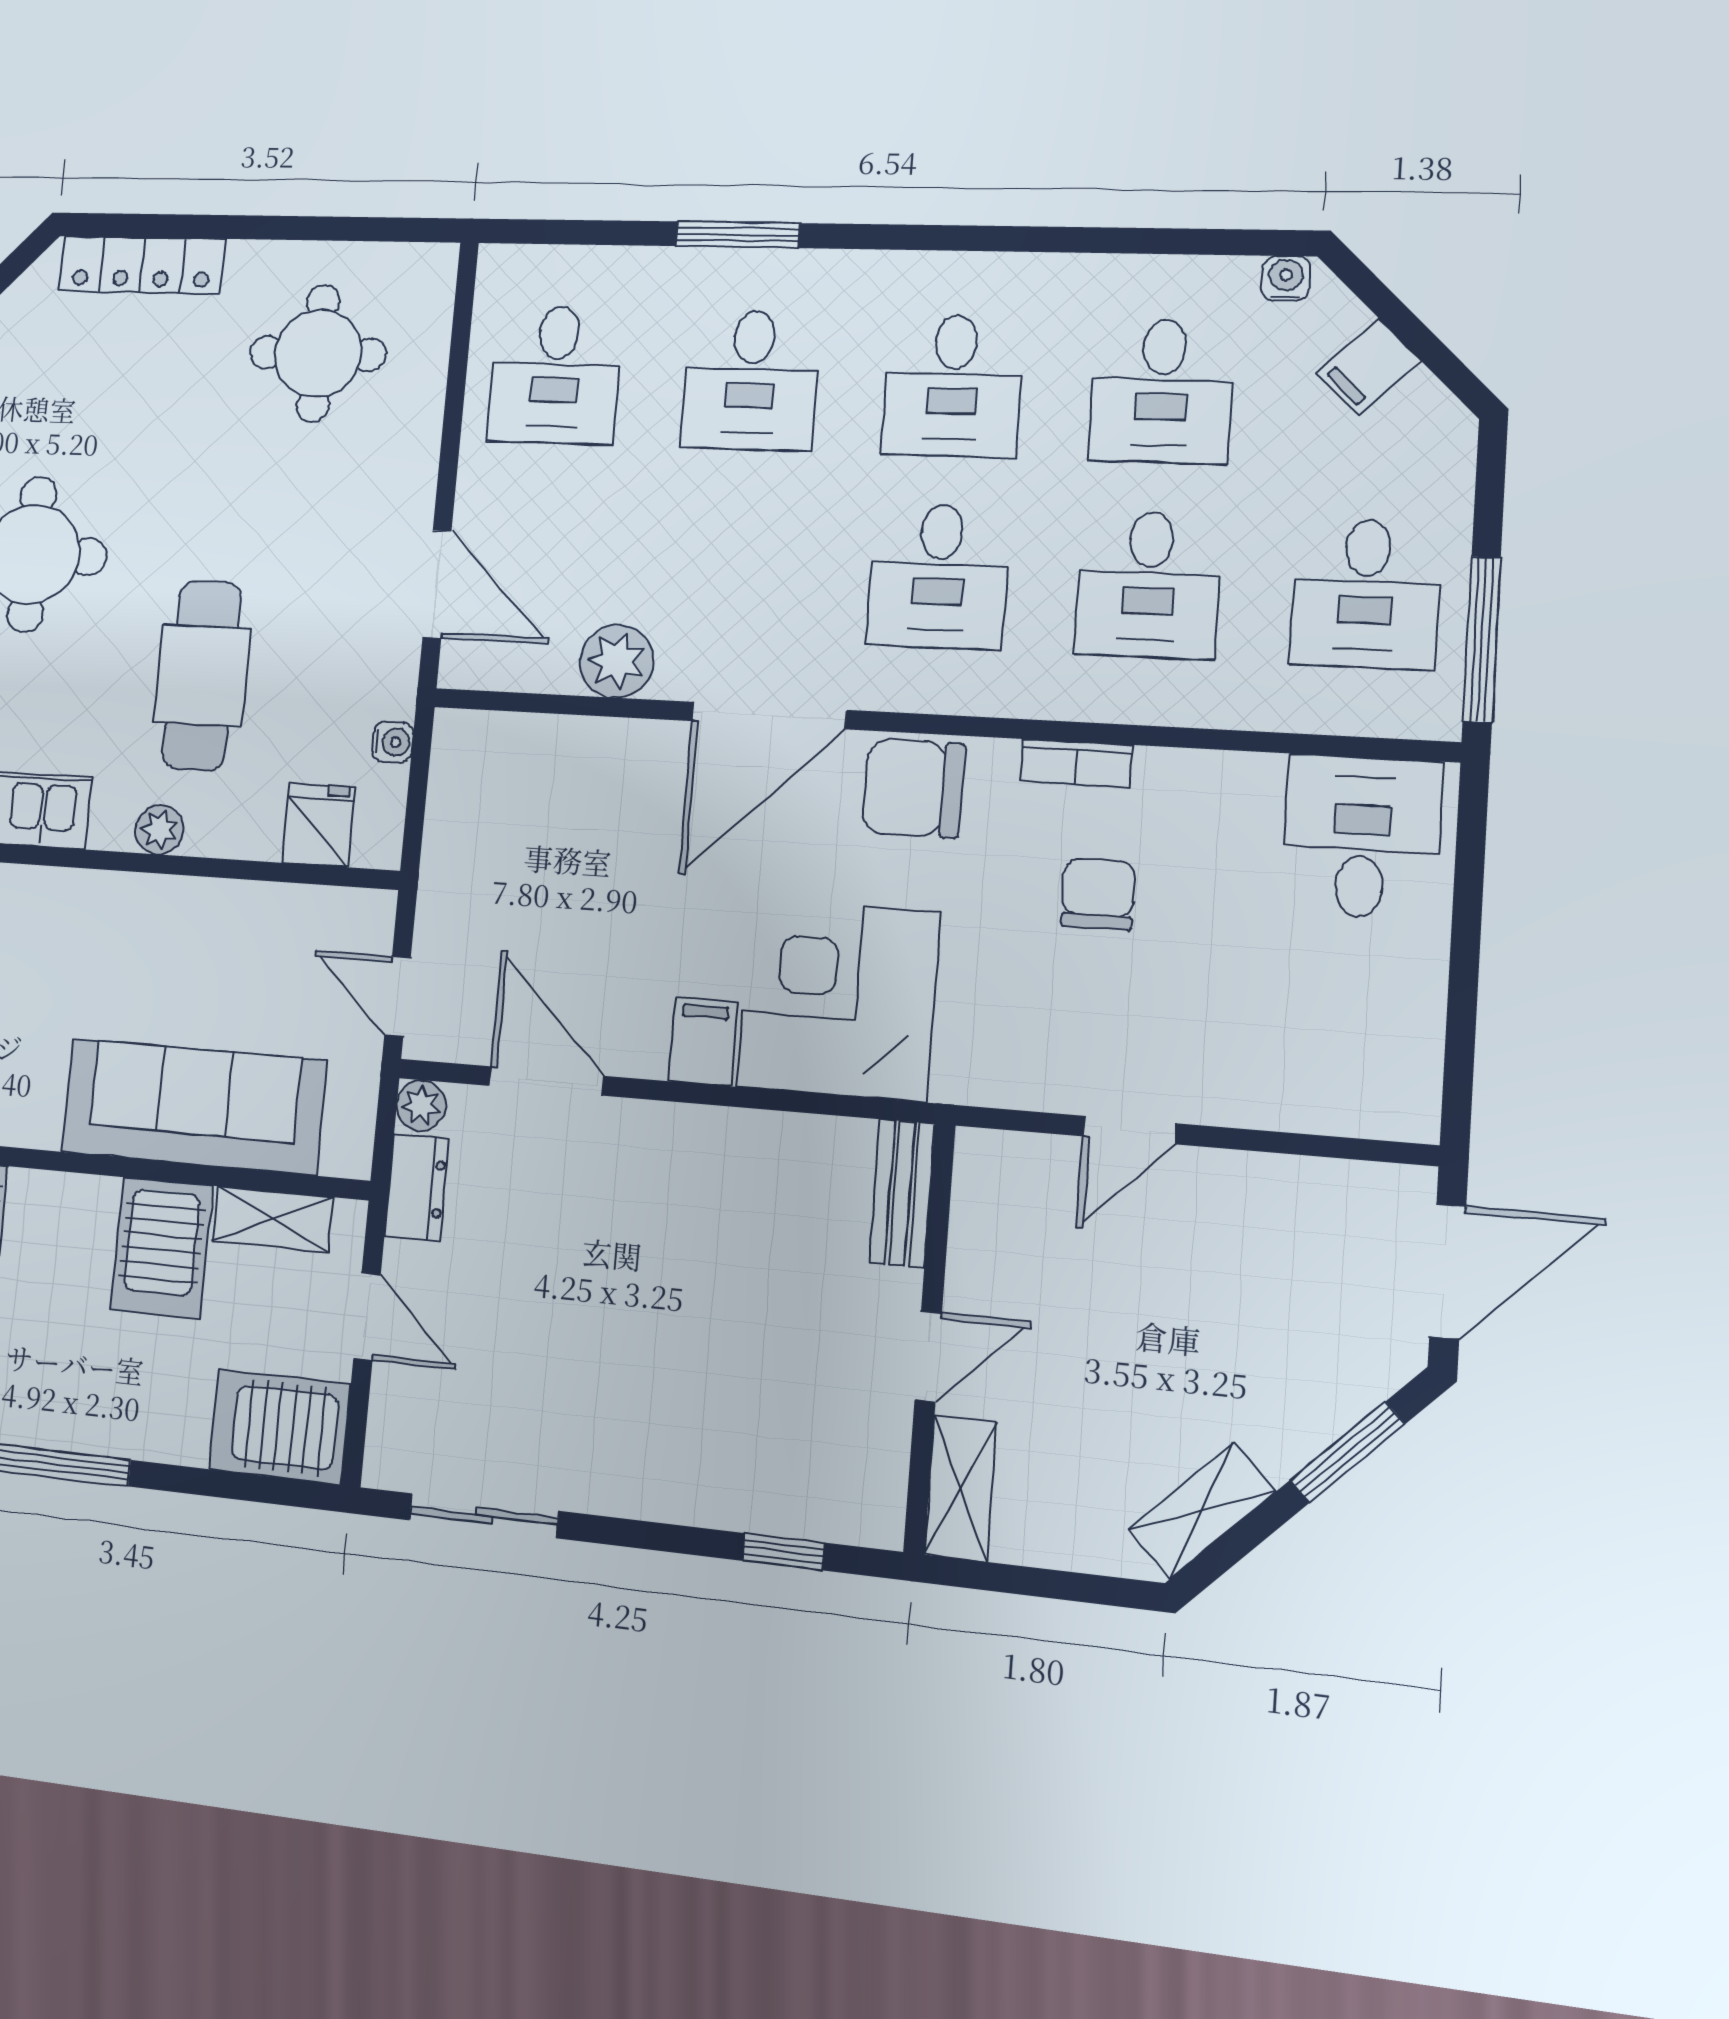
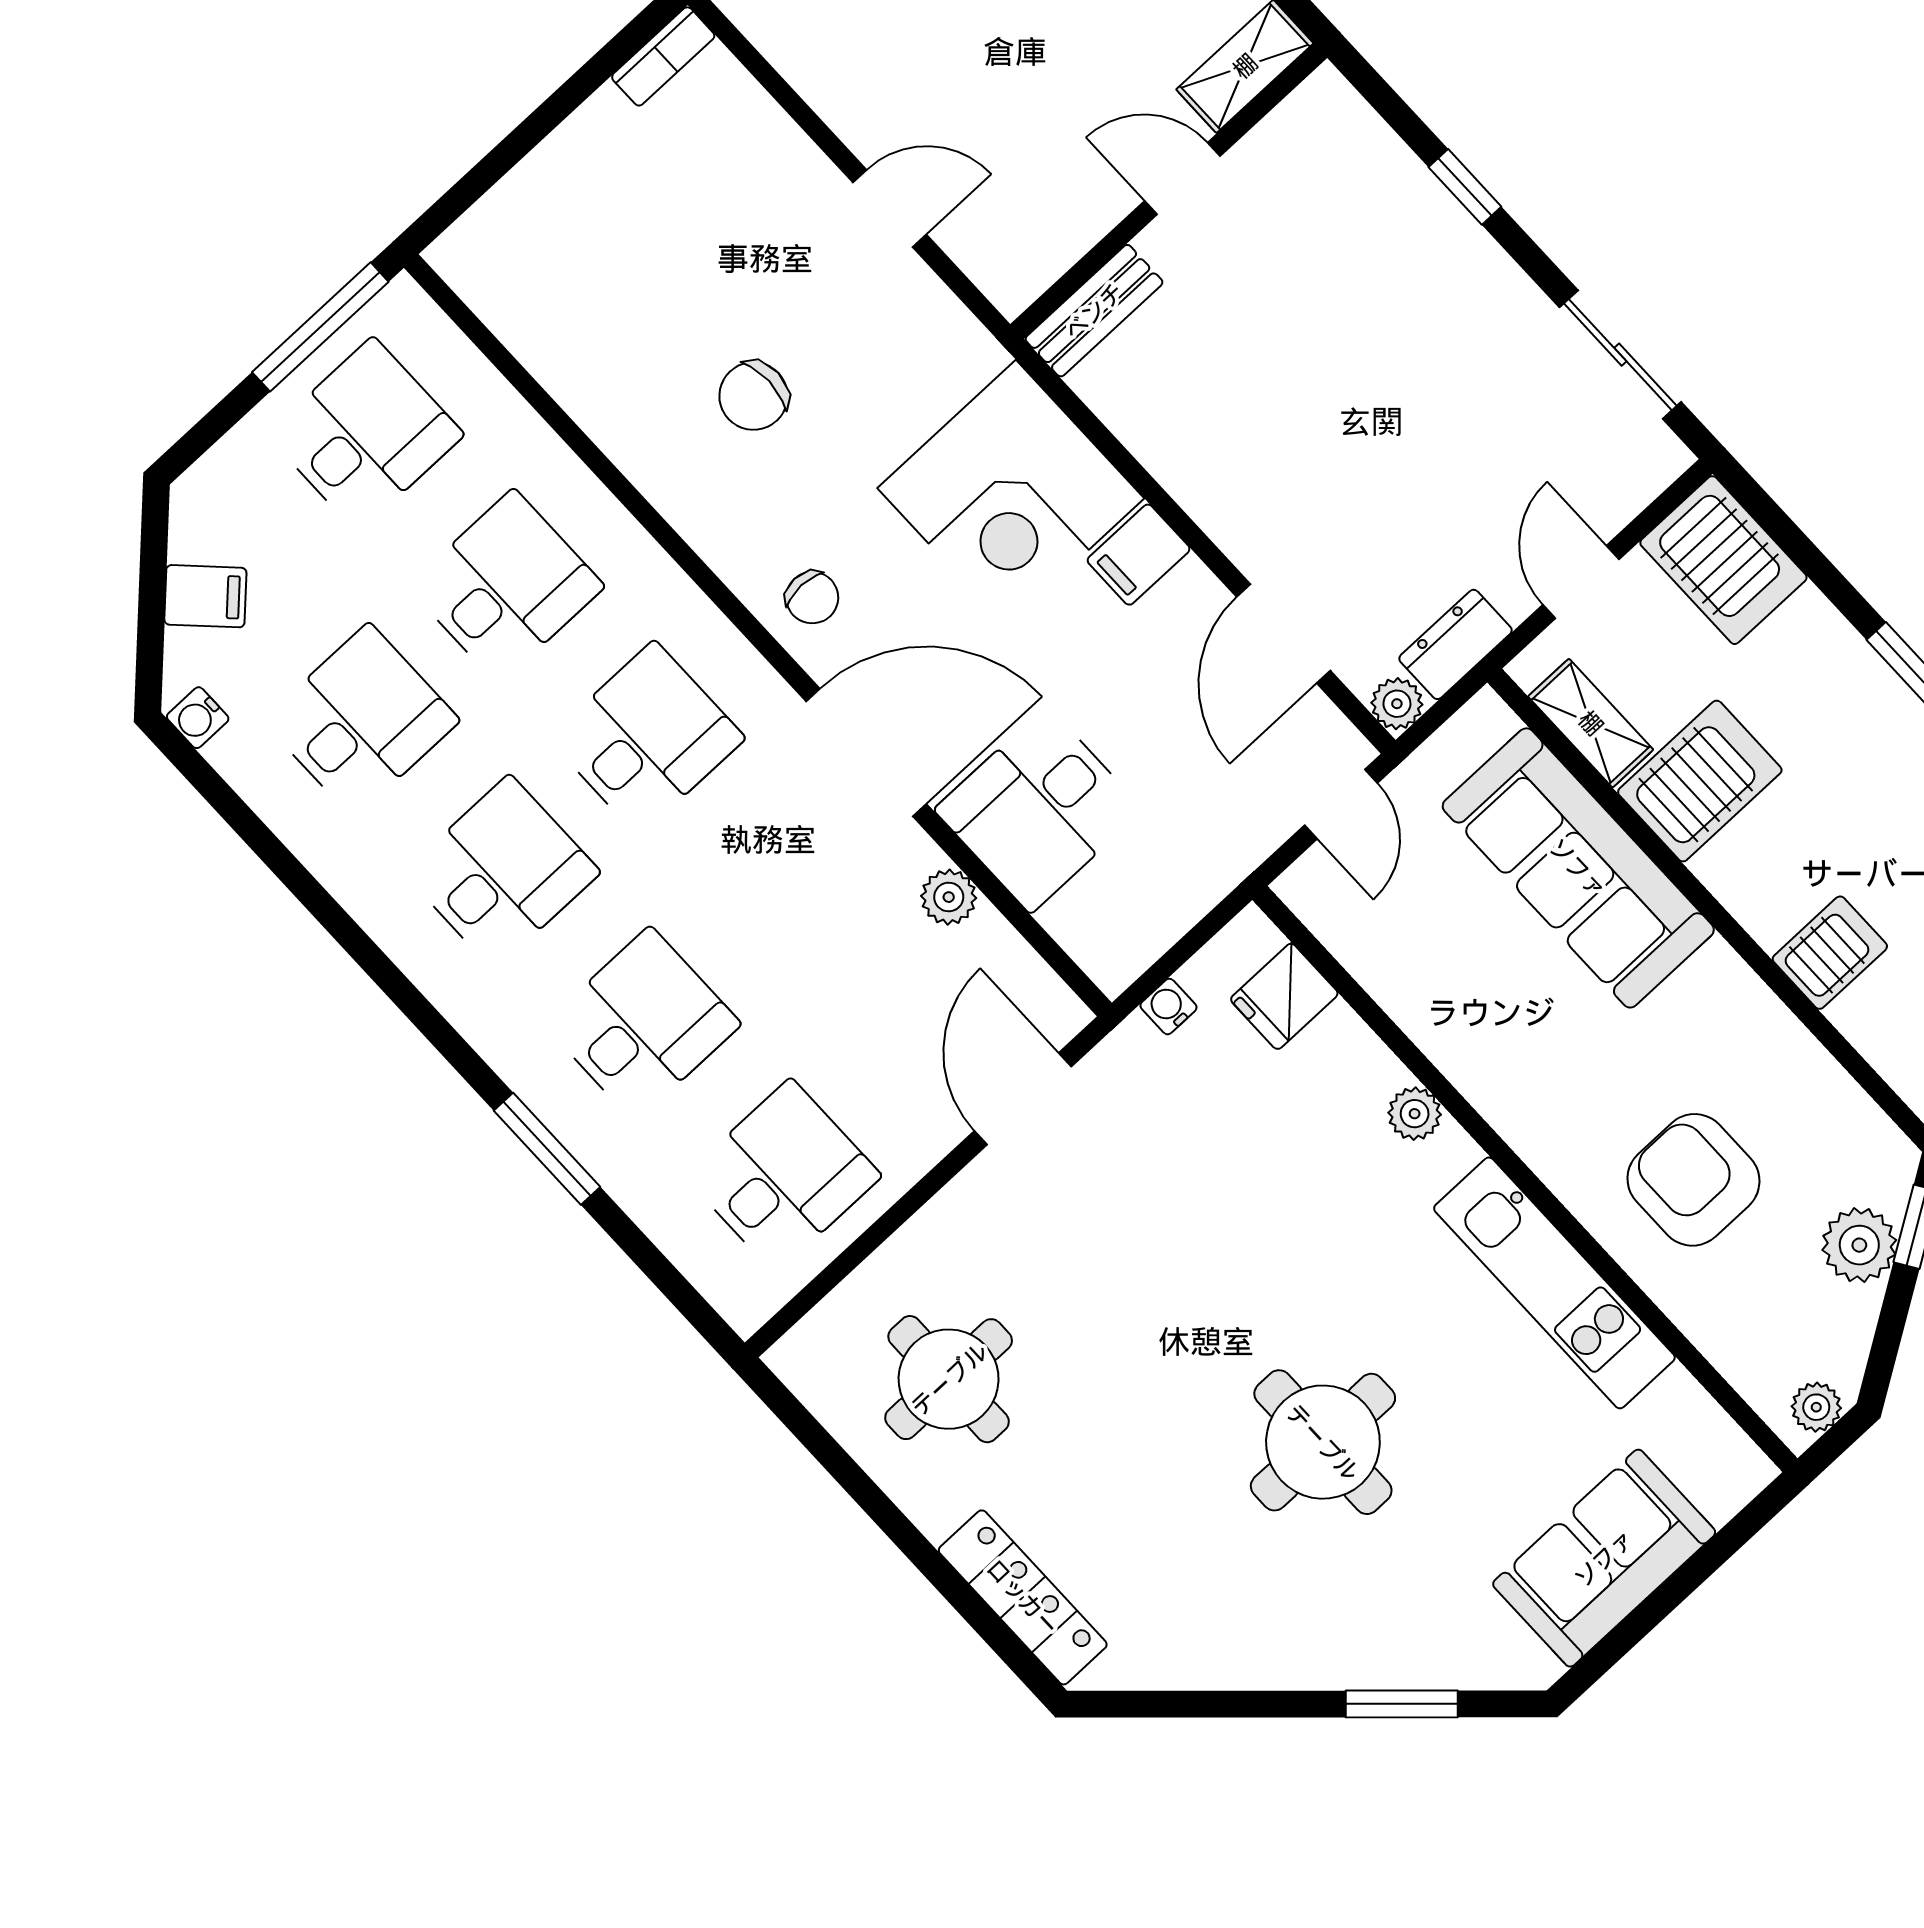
plant: (617, 661) -> (949, 897), width x0.73, depth x0.73
cafe table: (202, 675) -> (1272, 1206), removed
bookcase: (1076, 763) -> (663, 56), moved, turned 90
chair: (913, 788) -> (812, 598), width x0.54, depth x0.54
desk: (1362, 837) -> (1039, 810), moved
window: (783, 1552) -> (1465, 187), moved

